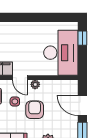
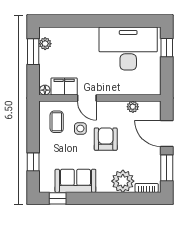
desk: (61, 53) -> (128, 49), moved, turned -90
plant: (35, 84) -> (133, 107), moved

